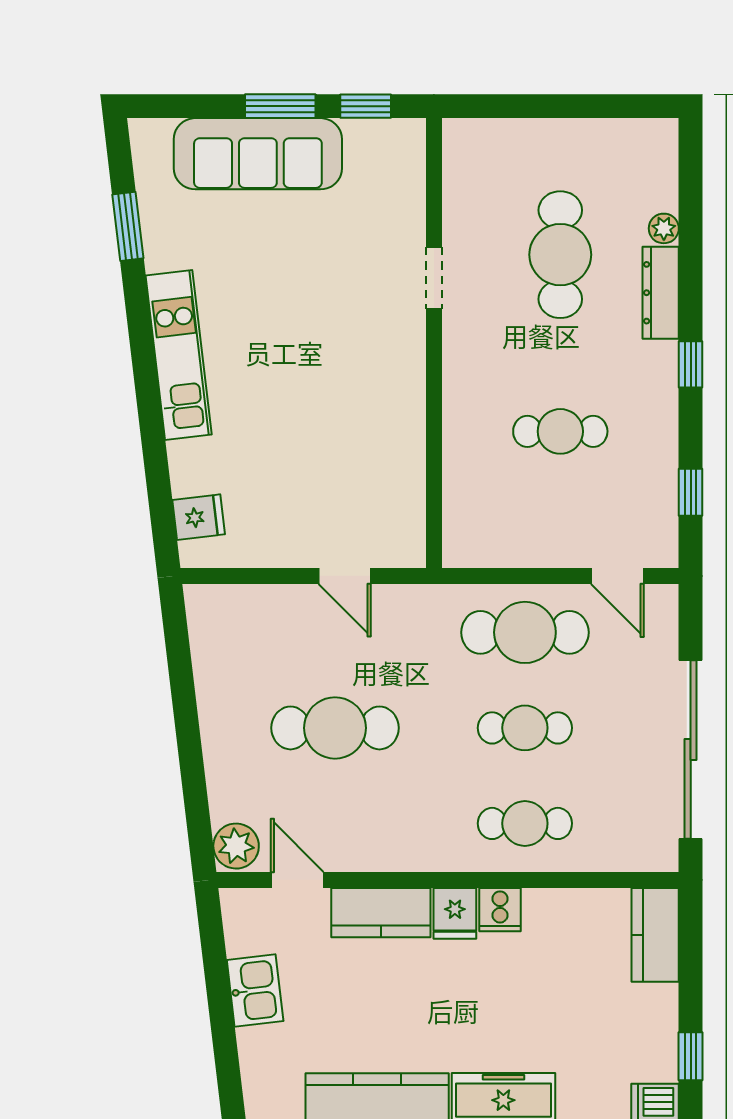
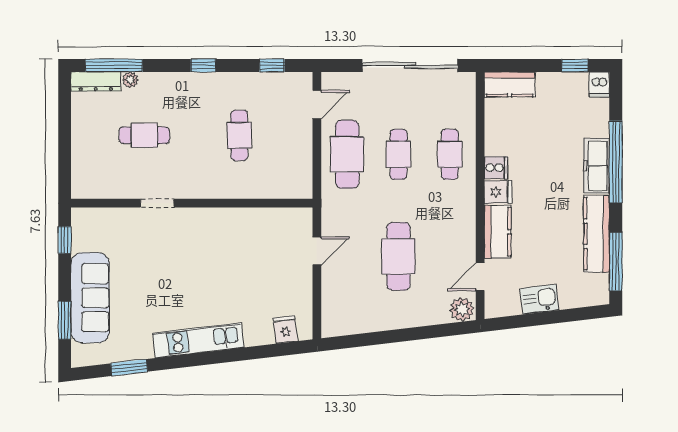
window: (280, 106) -> (65, 320), moved
window: (691, 198) -> (114, 65), added
cafe table: (560, 255) -> (144, 135), width x0.73, depth x0.74
dresser: (661, 293) -> (96, 81), moved

